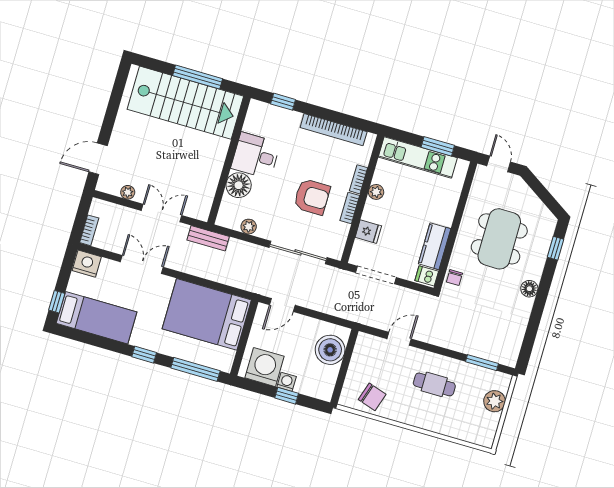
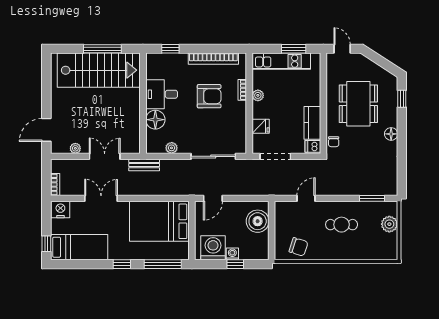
armchair: (312, 197) -> (209, 96), moved
bookcase: (350, 208) -> (242, 113), removed

